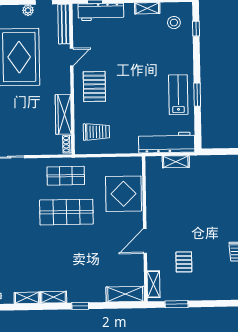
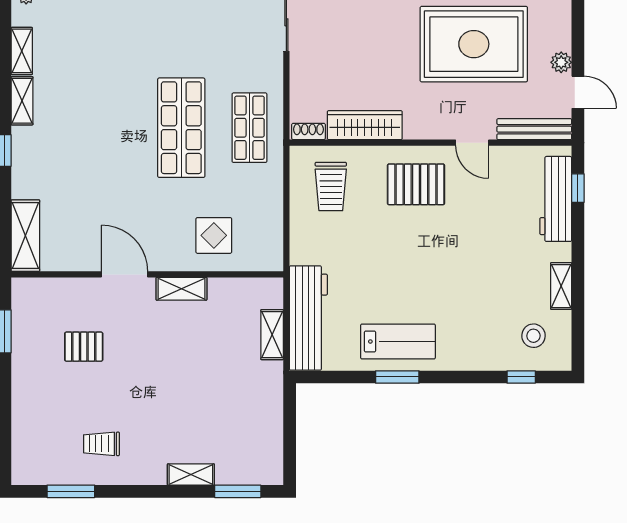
display table: (123, 194) -> (214, 235), width x0.54, depth x0.54
shelving: (153, 284) -> (181, 289), moved

